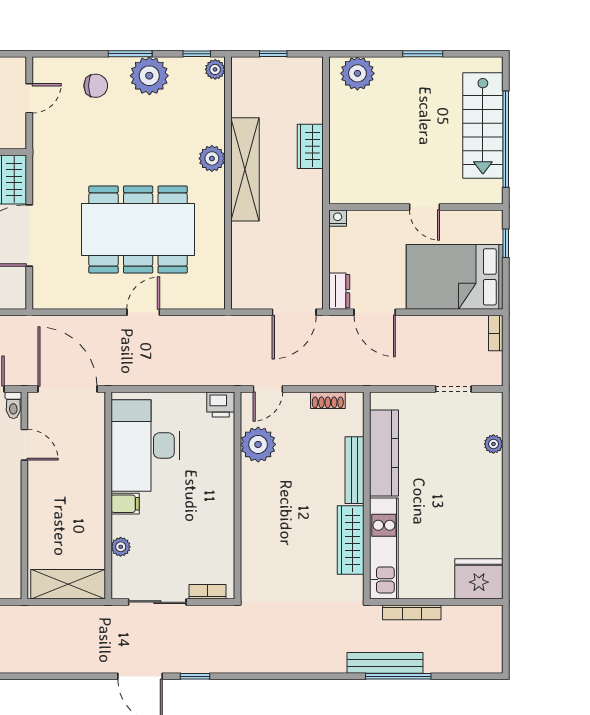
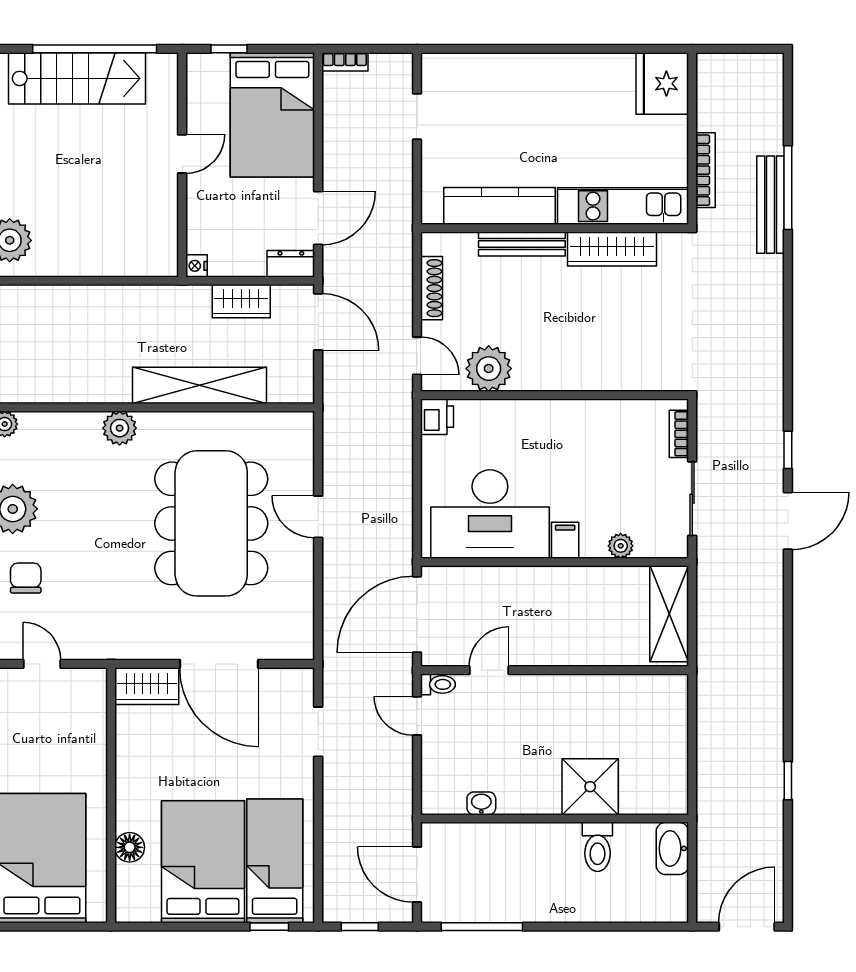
wardrobe: (310, 146) -> (241, 301), moved
shelving: (245, 169) -> (199, 385), moved
shoe rack: (328, 400) -> (432, 288), width x1.43
plant: (493, 444) -> (488, 65), removed

